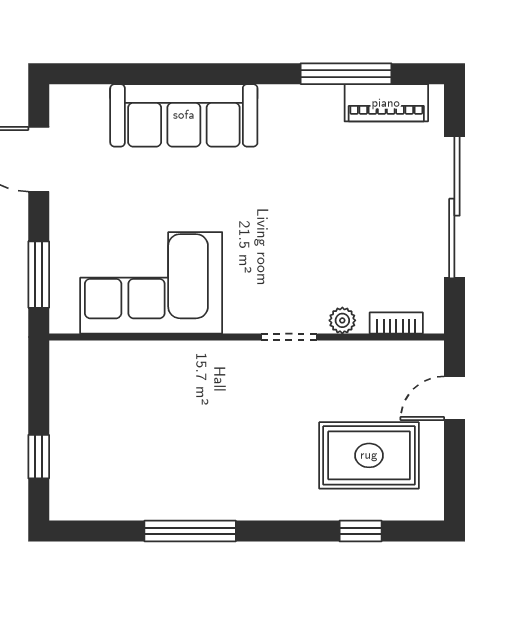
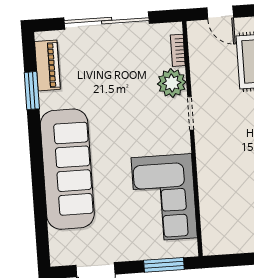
window: (346, 74) -> (32, 91), width x0.69
sofa: (184, 115) -> (67, 169), width x1.36, depth x1.27
plant: (342, 320) -> (172, 83), width x1.87, depth x1.87

